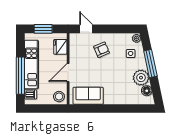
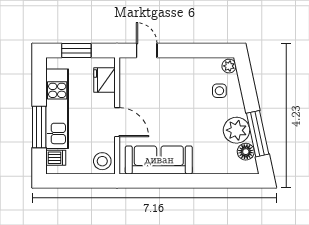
armchair: (102, 50) -> (172, 85), removed
window: (150, 63) -> (258, 134), moved
door: (68, 73) -> (117, 122), swing flipped
window: (20, 76) -> (39, 127), width x0.68
sofa: (88, 96) -> (159, 160), width x1.36

